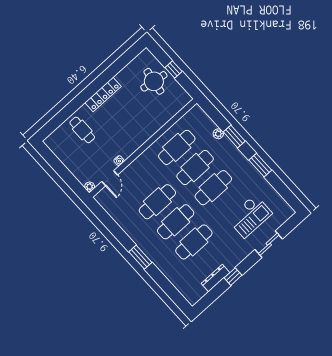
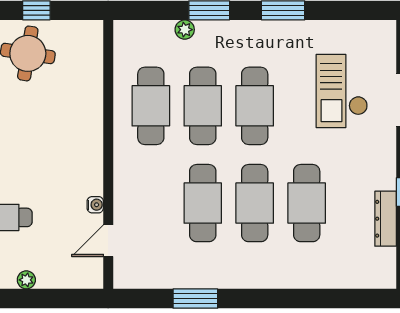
door: (110, 178) -> (108, 241), swing flipped
plant: (90, 187) -> (26, 280), moved
checkout: (250, 216) -> (342, 91), turned 180
window: (140, 257) -> (195, 299), moved

